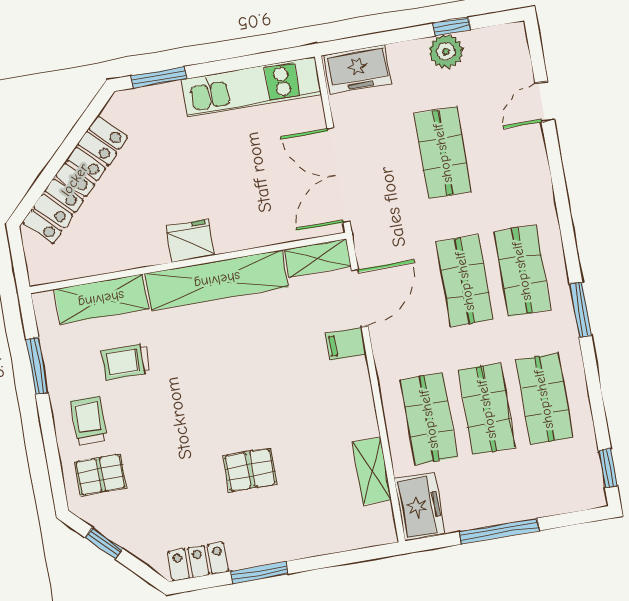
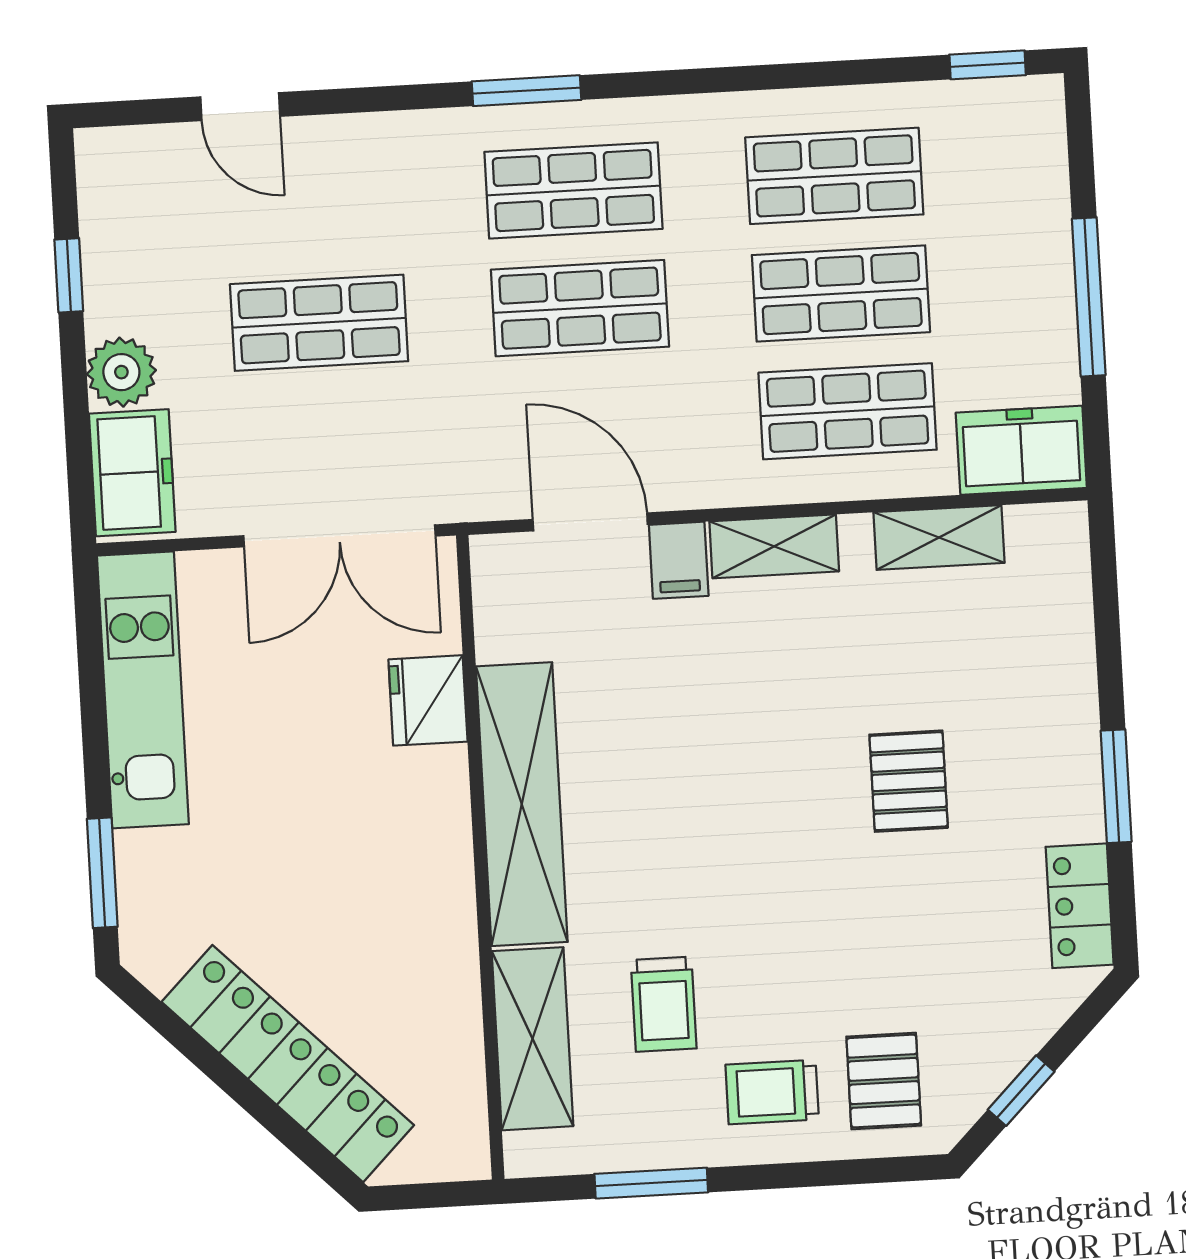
plant: (446, 51) -> (121, 372), moved
fridge: (190, 241) -> (428, 700), moved
shelving: (318, 258) -> (774, 546), moved, turned 90
window: (581, 310) -> (526, 91), moved

